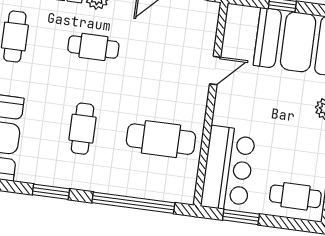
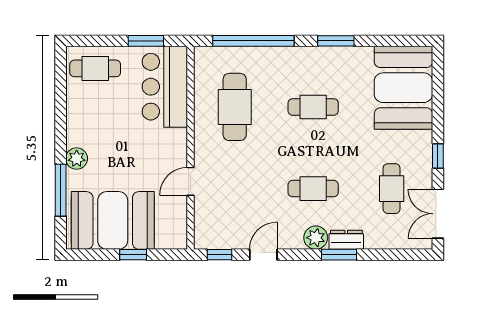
cafe table: (82, 129) -> (313, 107), turned 90
cafe table: (161, 139) -> (235, 107), turned 90

